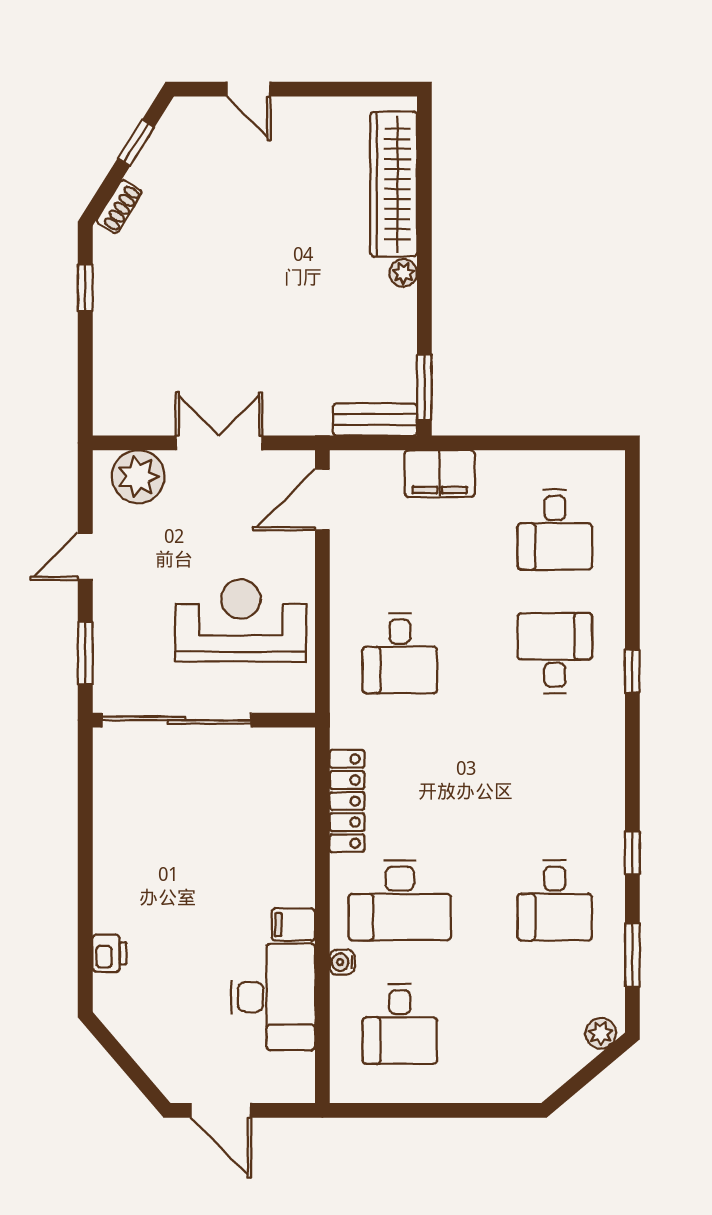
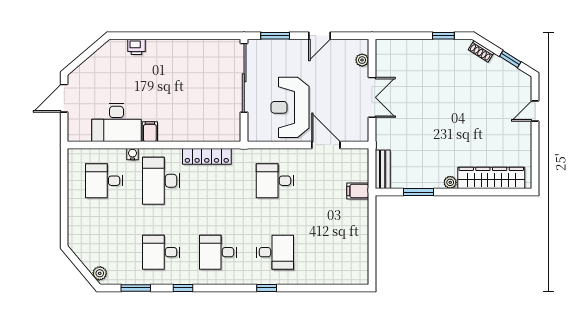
window: (424, 387) -> (419, 192), moved
filing cabinet: (440, 474) -> (358, 191), width x0.50
plant: (138, 477) -> (362, 60), width x0.53, depth x0.53
door: (322, 500) -> (326, 145), moved
desk: (555, 530) -> (218, 252), moved
door: (85, 556) -> (320, 36), swing flipped
reception desk: (241, 621) -> (290, 107), turned 180

